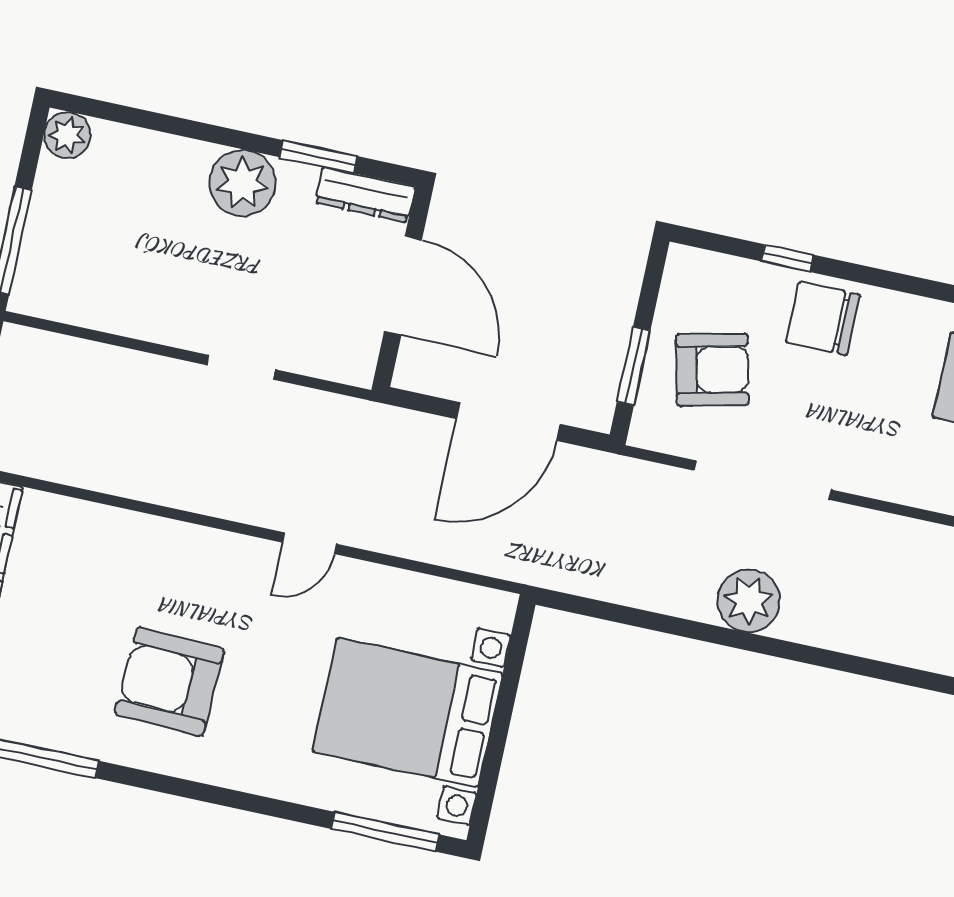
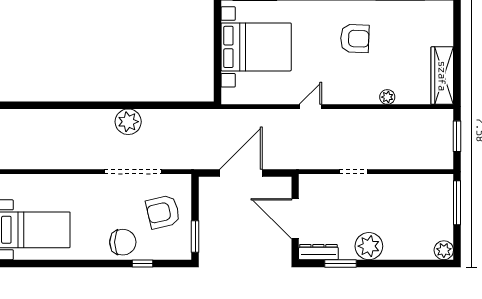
window: (634, 366) -> (195, 236), moved
plant: (123, 527) -> (387, 97), added
armchair: (170, 682) -> (355, 39), width x0.73, depth x0.73

